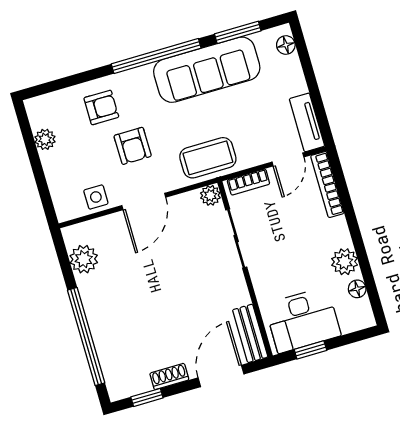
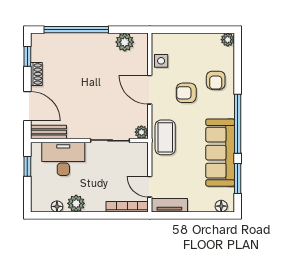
plant: (45, 139) -> (228, 40), moved
bookcase: (248, 182) -> (143, 158), removed
desk: (303, 320) -> (63, 159), moved, turned 90

